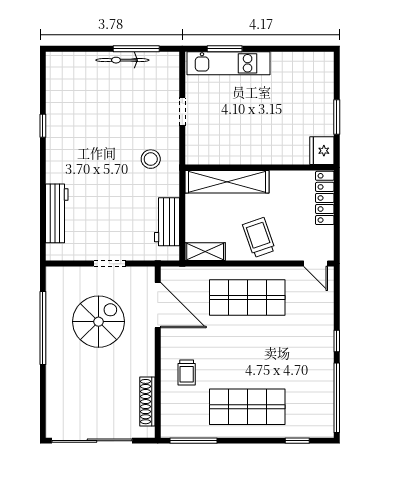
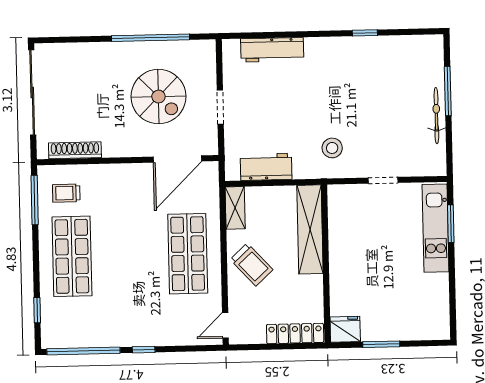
window: (136, 49) -> (448, 91), moved
trolley: (259, 238) -> (252, 265), turned 66
trolley: (187, 373) -> (66, 193), moved

